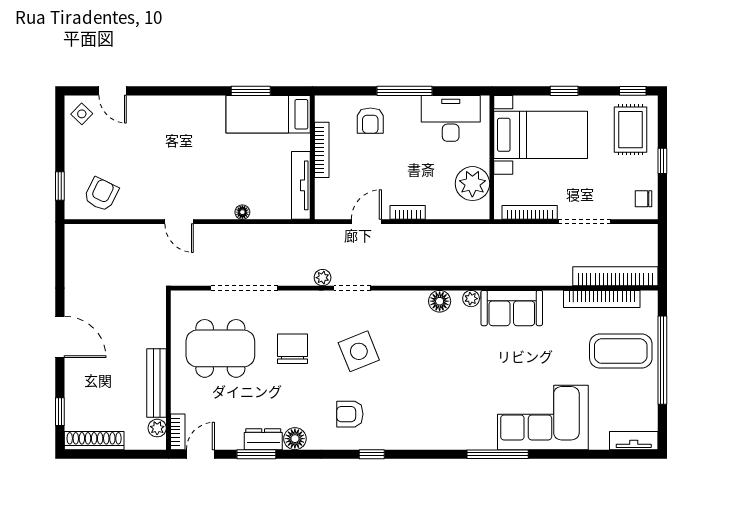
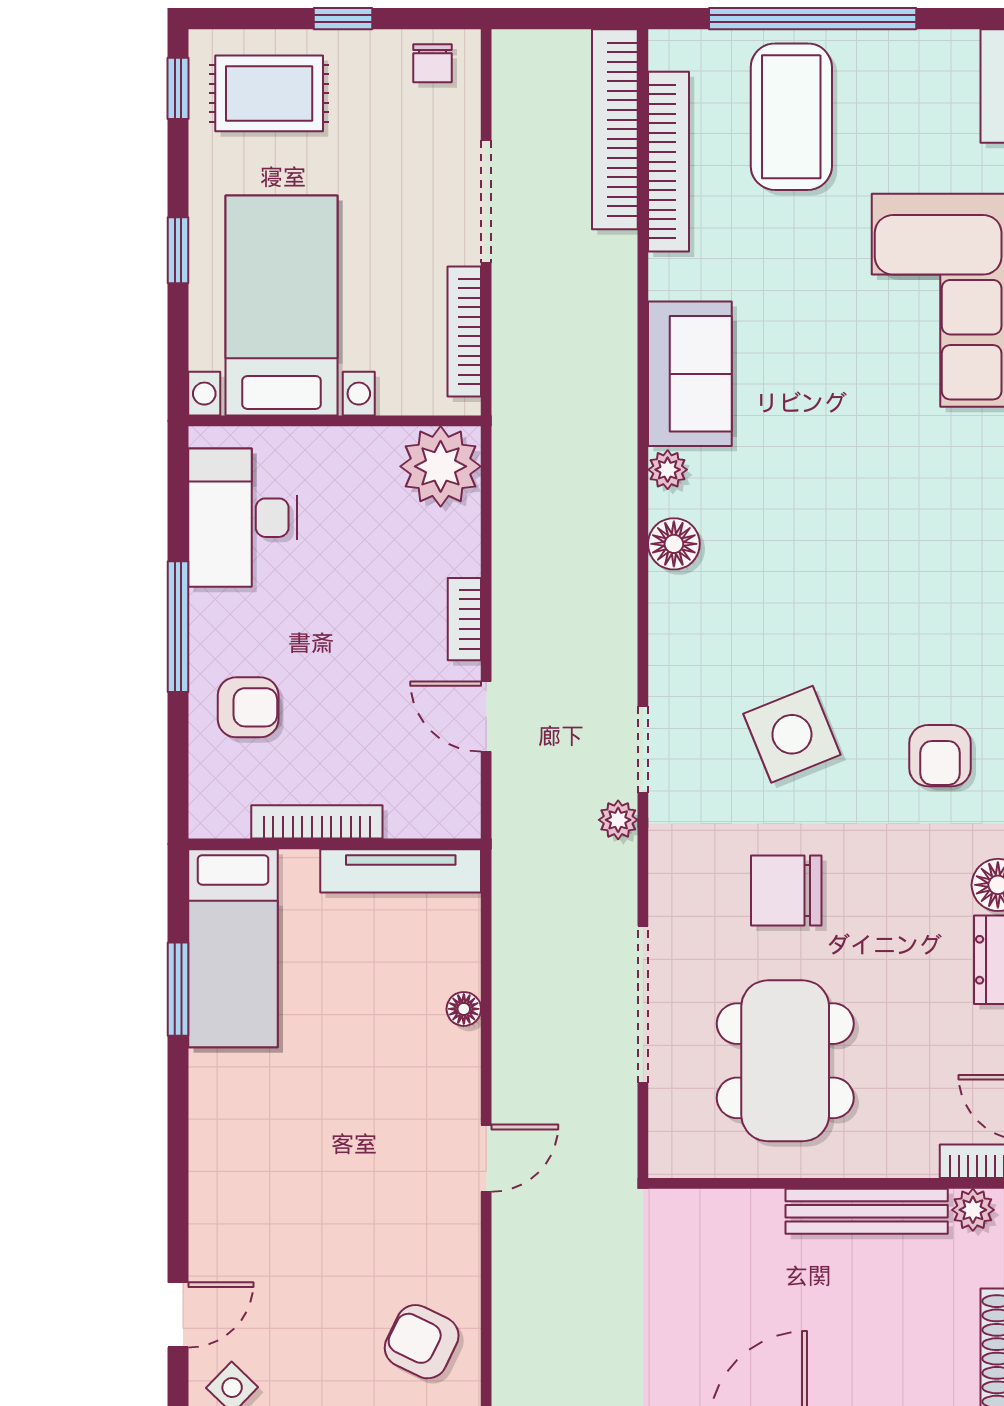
plant: (472, 184) -> (441, 466), moved

